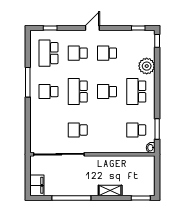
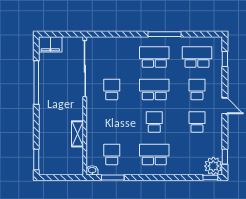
plant: (147, 66) -> (213, 166), moved
school desk: (48, 92) -> (154, 57), width x1.85
shelving: (110, 191) -> (77, 134), moved

